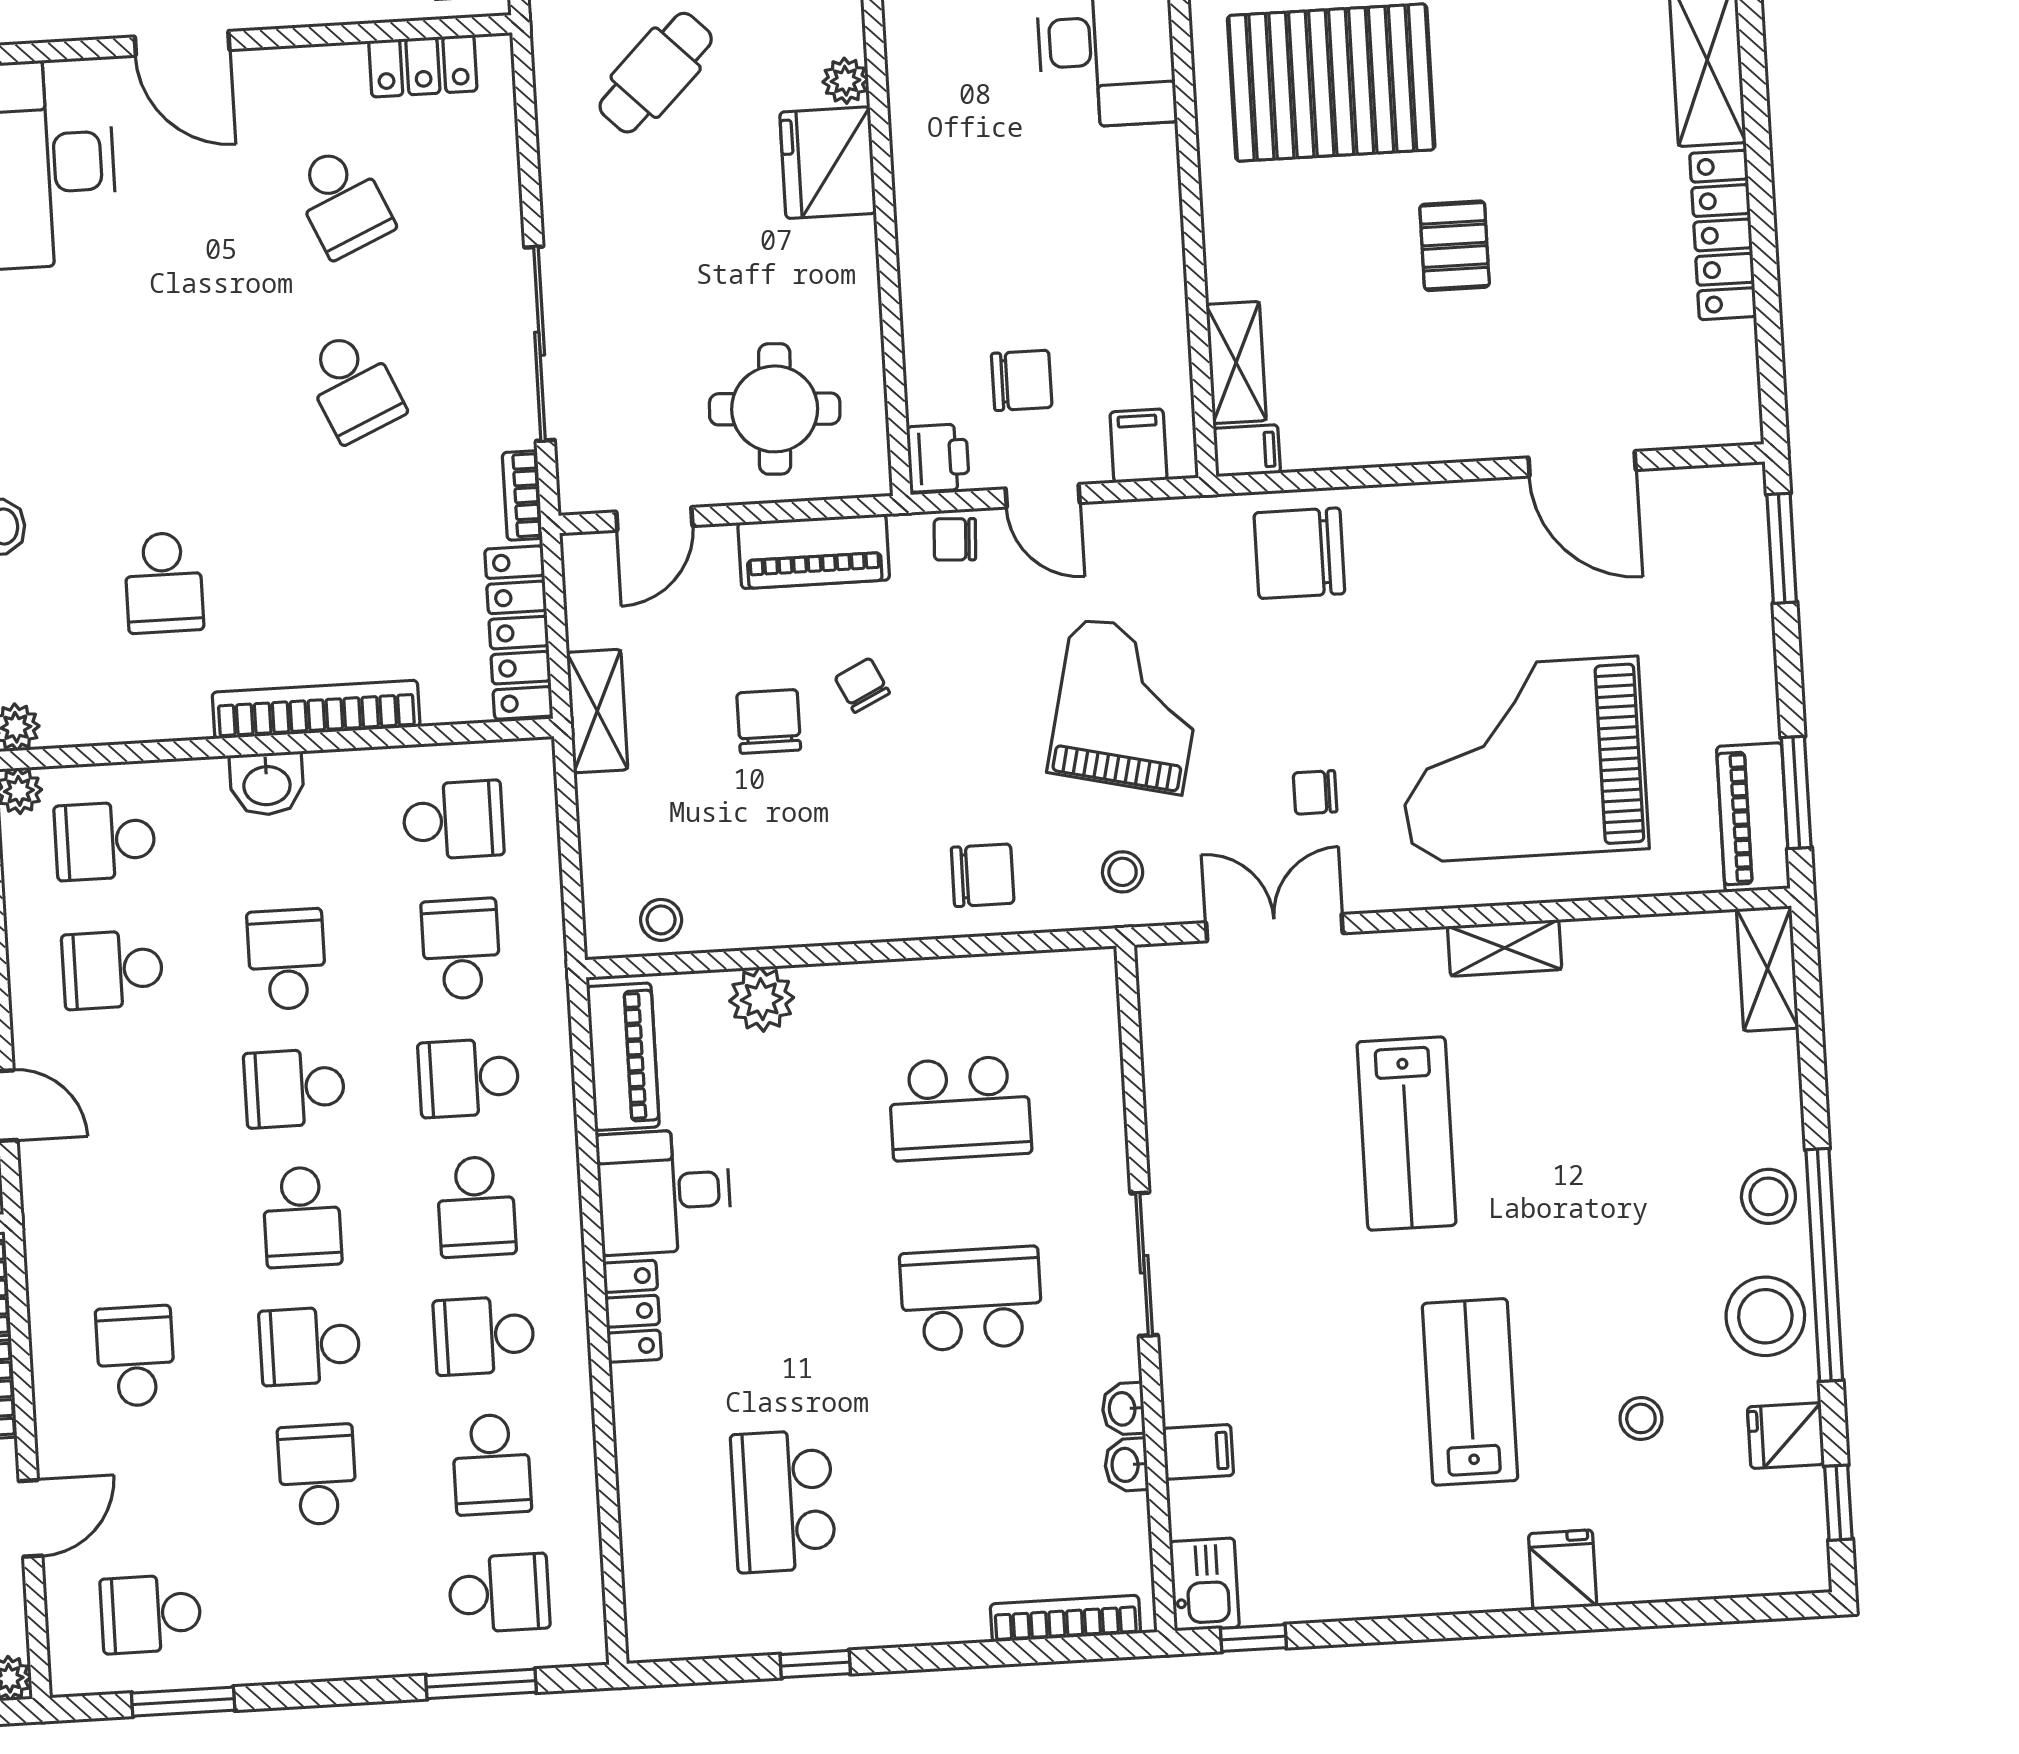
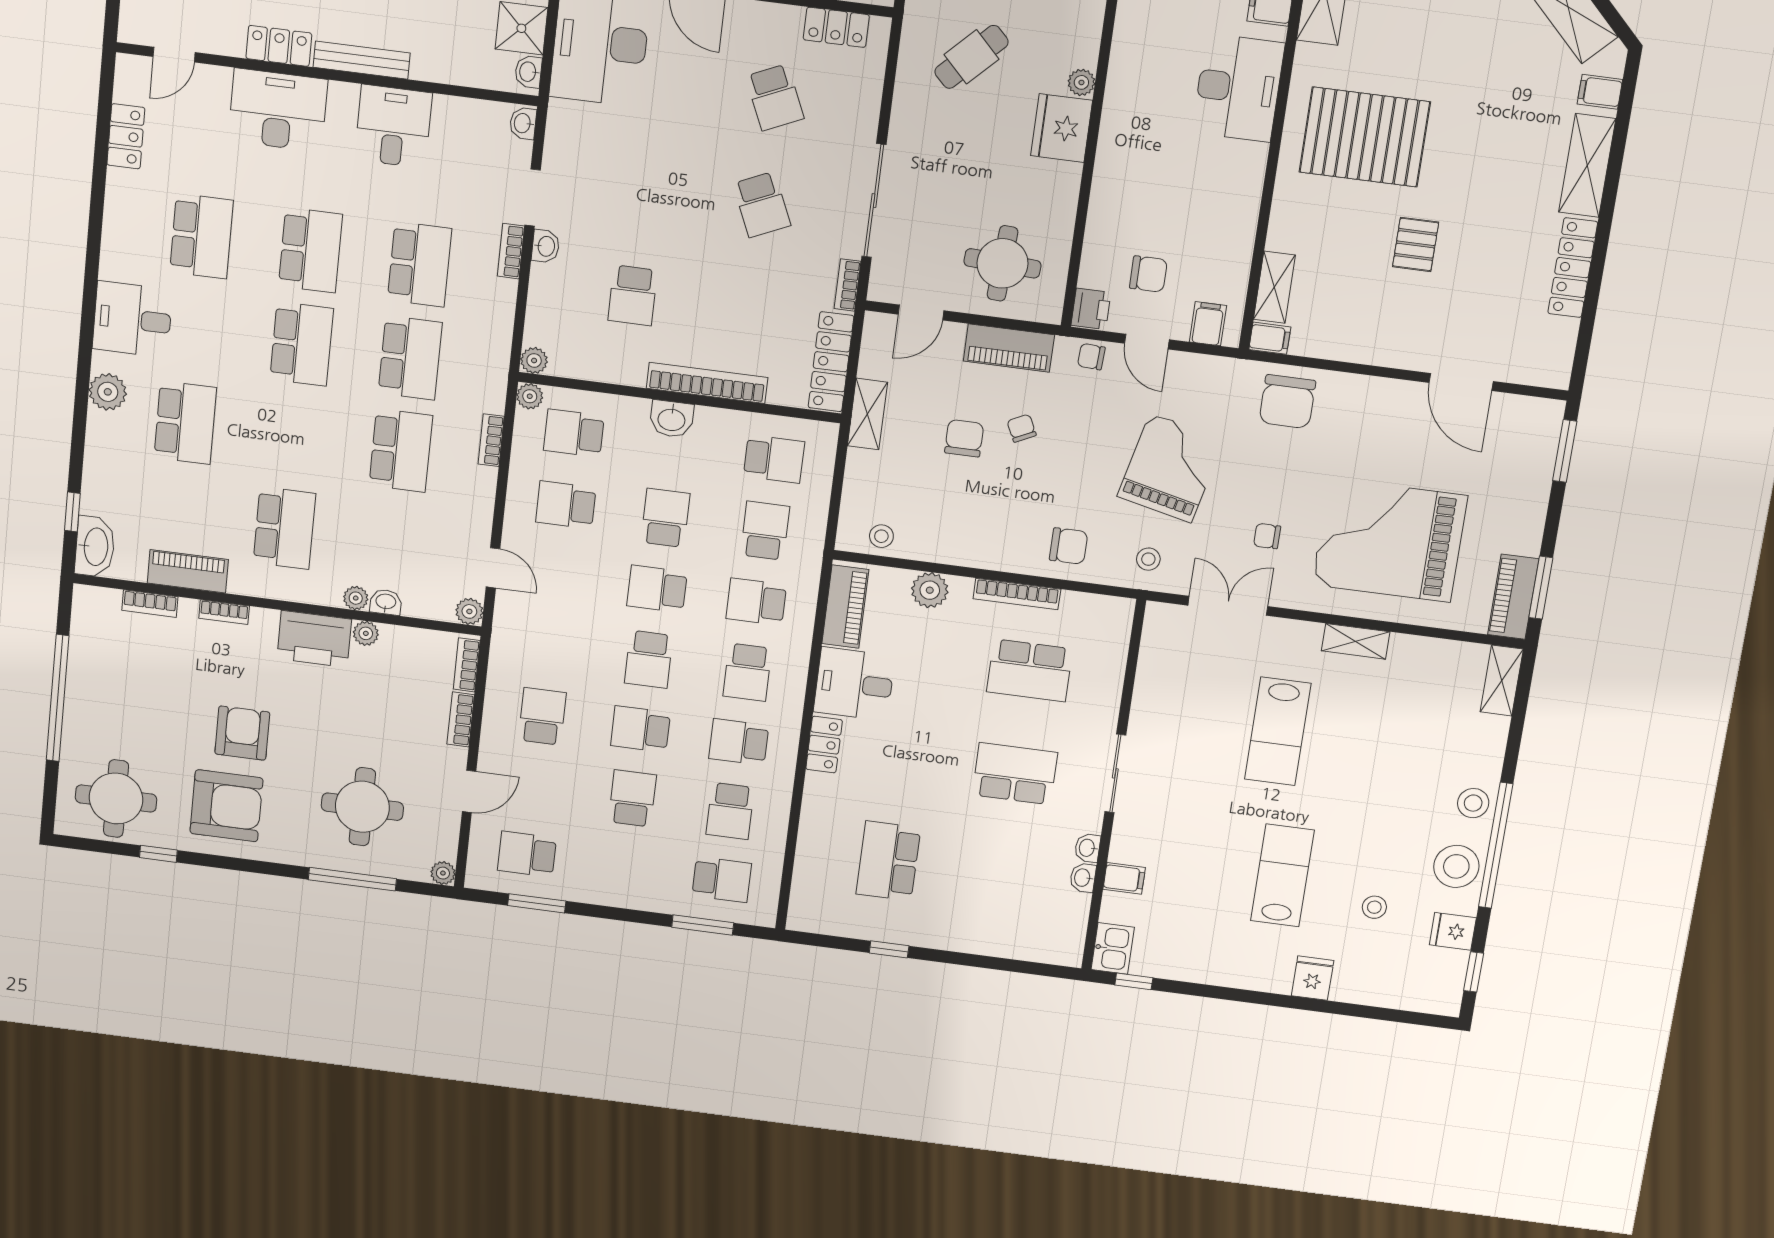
chair: (1299, 553) -> (1287, 402), turned -90
bookcase: (1065, 1619) -> (1017, 594), moved, turned 180

